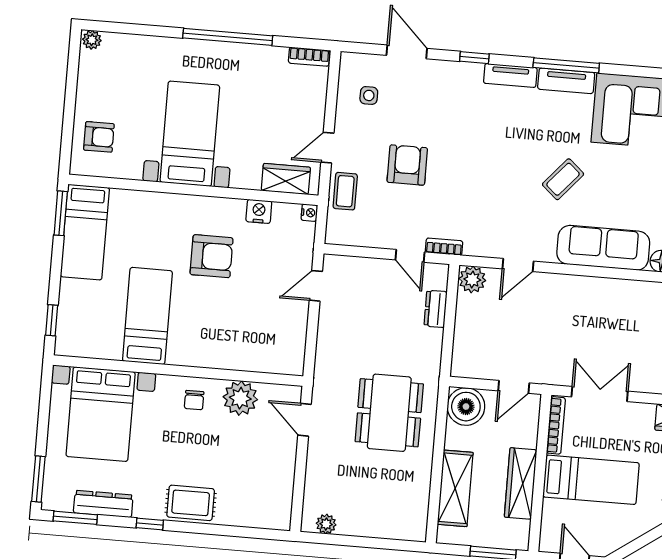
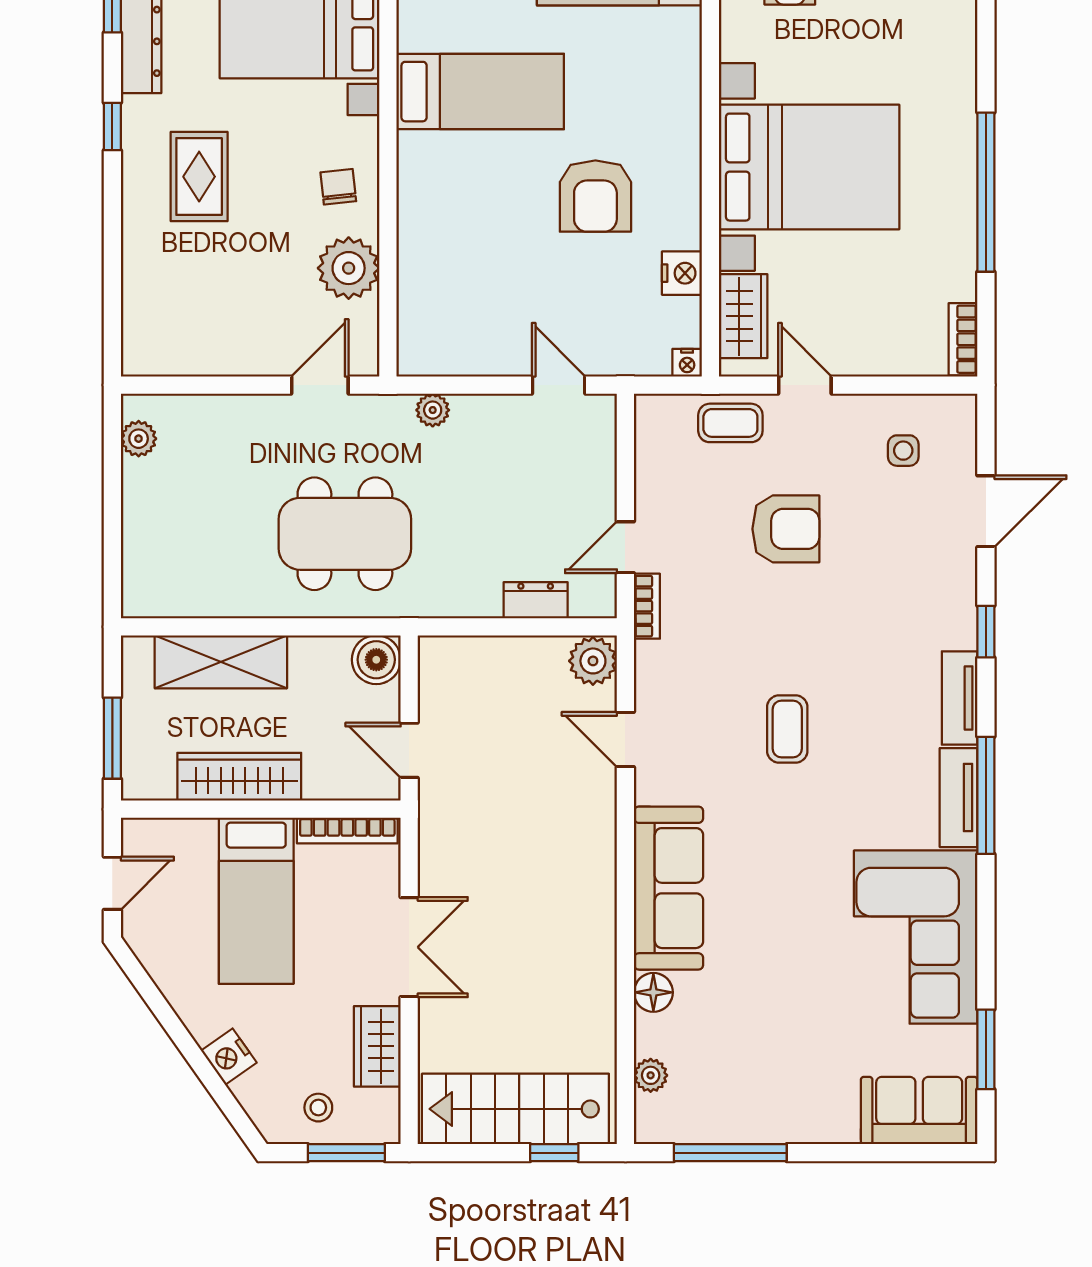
bed with nightstands: (190, 134) -> (809, 167), width x1.36
coffee table: (563, 179) -> (787, 729), moved, turned 49
plant: (324, 358) -> (433, 410), added
double door: (600, 394) -> (409, 947), moved
chair: (194, 400) -> (338, 187), turned 84
boiler: (466, 407) -> (376, 660), width x0.73, depth x0.73
rug: (191, 503) -> (199, 177), moved

